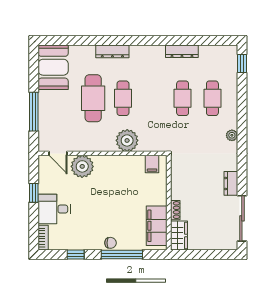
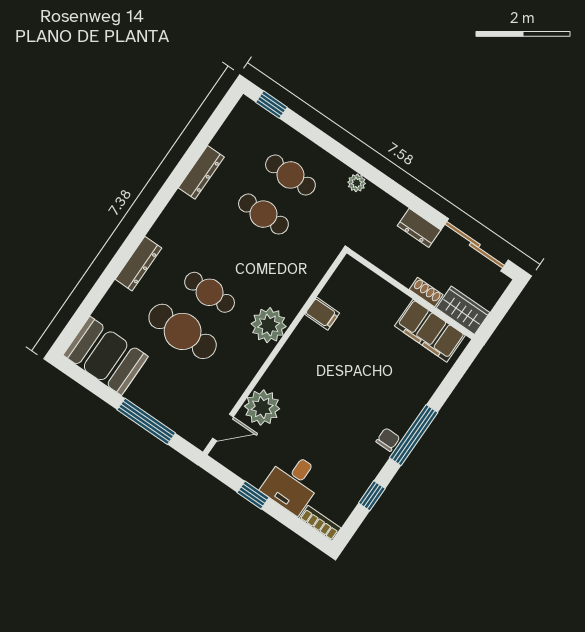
wall: (169, 203) -> (411, 294), moved
shoe rack: (175, 210) -> (426, 292), moved
filing cabinet: (157, 226) -> (430, 331), moved
wardrobe: (179, 236) -> (463, 310), moved

